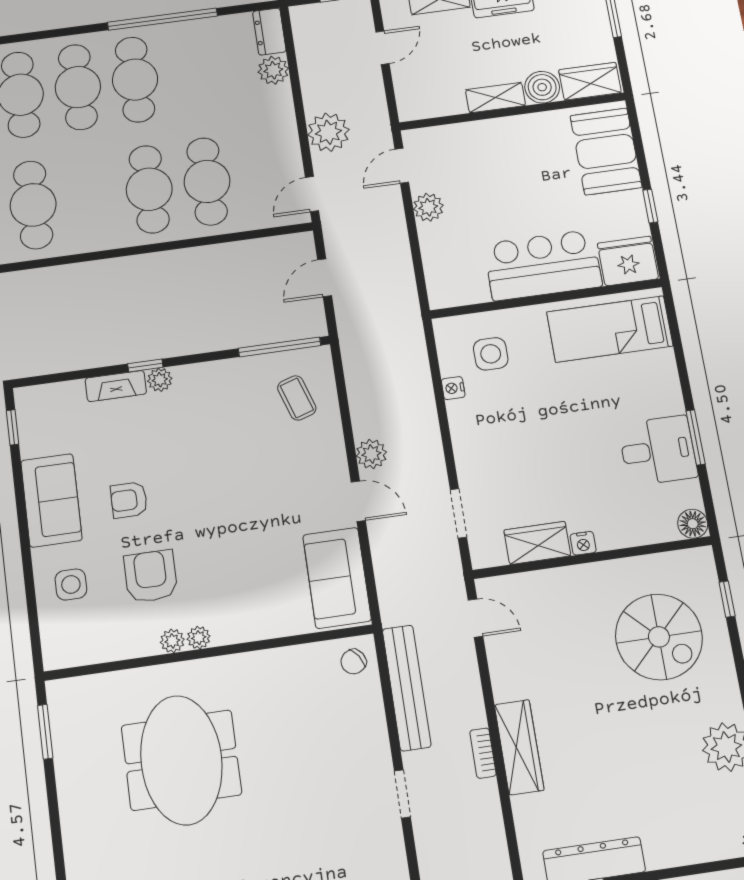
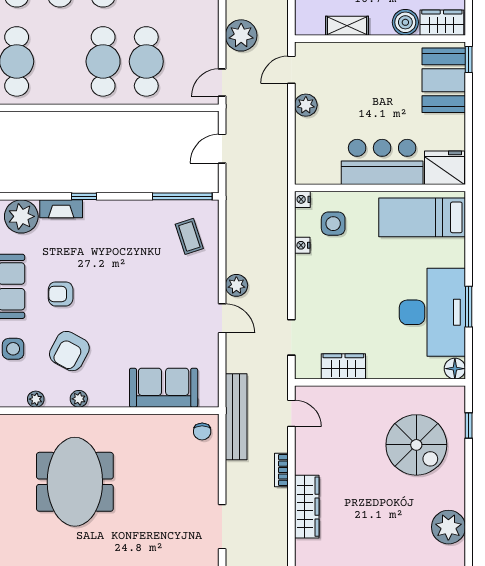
shelving: (496, 98) -> (347, 26), moved
window: (650, 206) -> (469, 59), moved
plant: (160, 380) -> (21, 216), moved, width x1.88, depth x1.88
desk: (658, 451) -> (432, 312), width x1.87, depth x1.30
nightstand: (583, 543) -> (302, 199), moved, turned 90
armchair: (151, 576) -> (69, 351), turned -152
sofa: (337, 578) -> (164, 388), moved, turned 90
plant: (199, 638) -> (36, 399), moved
chair: (353, 662) -> (202, 431), turned -56
bench: (407, 688) -> (236, 417), moved
bookcase: (483, 753) -> (281, 470), moved
doorway: (402, 794) -> (222, 527), width x1.38

